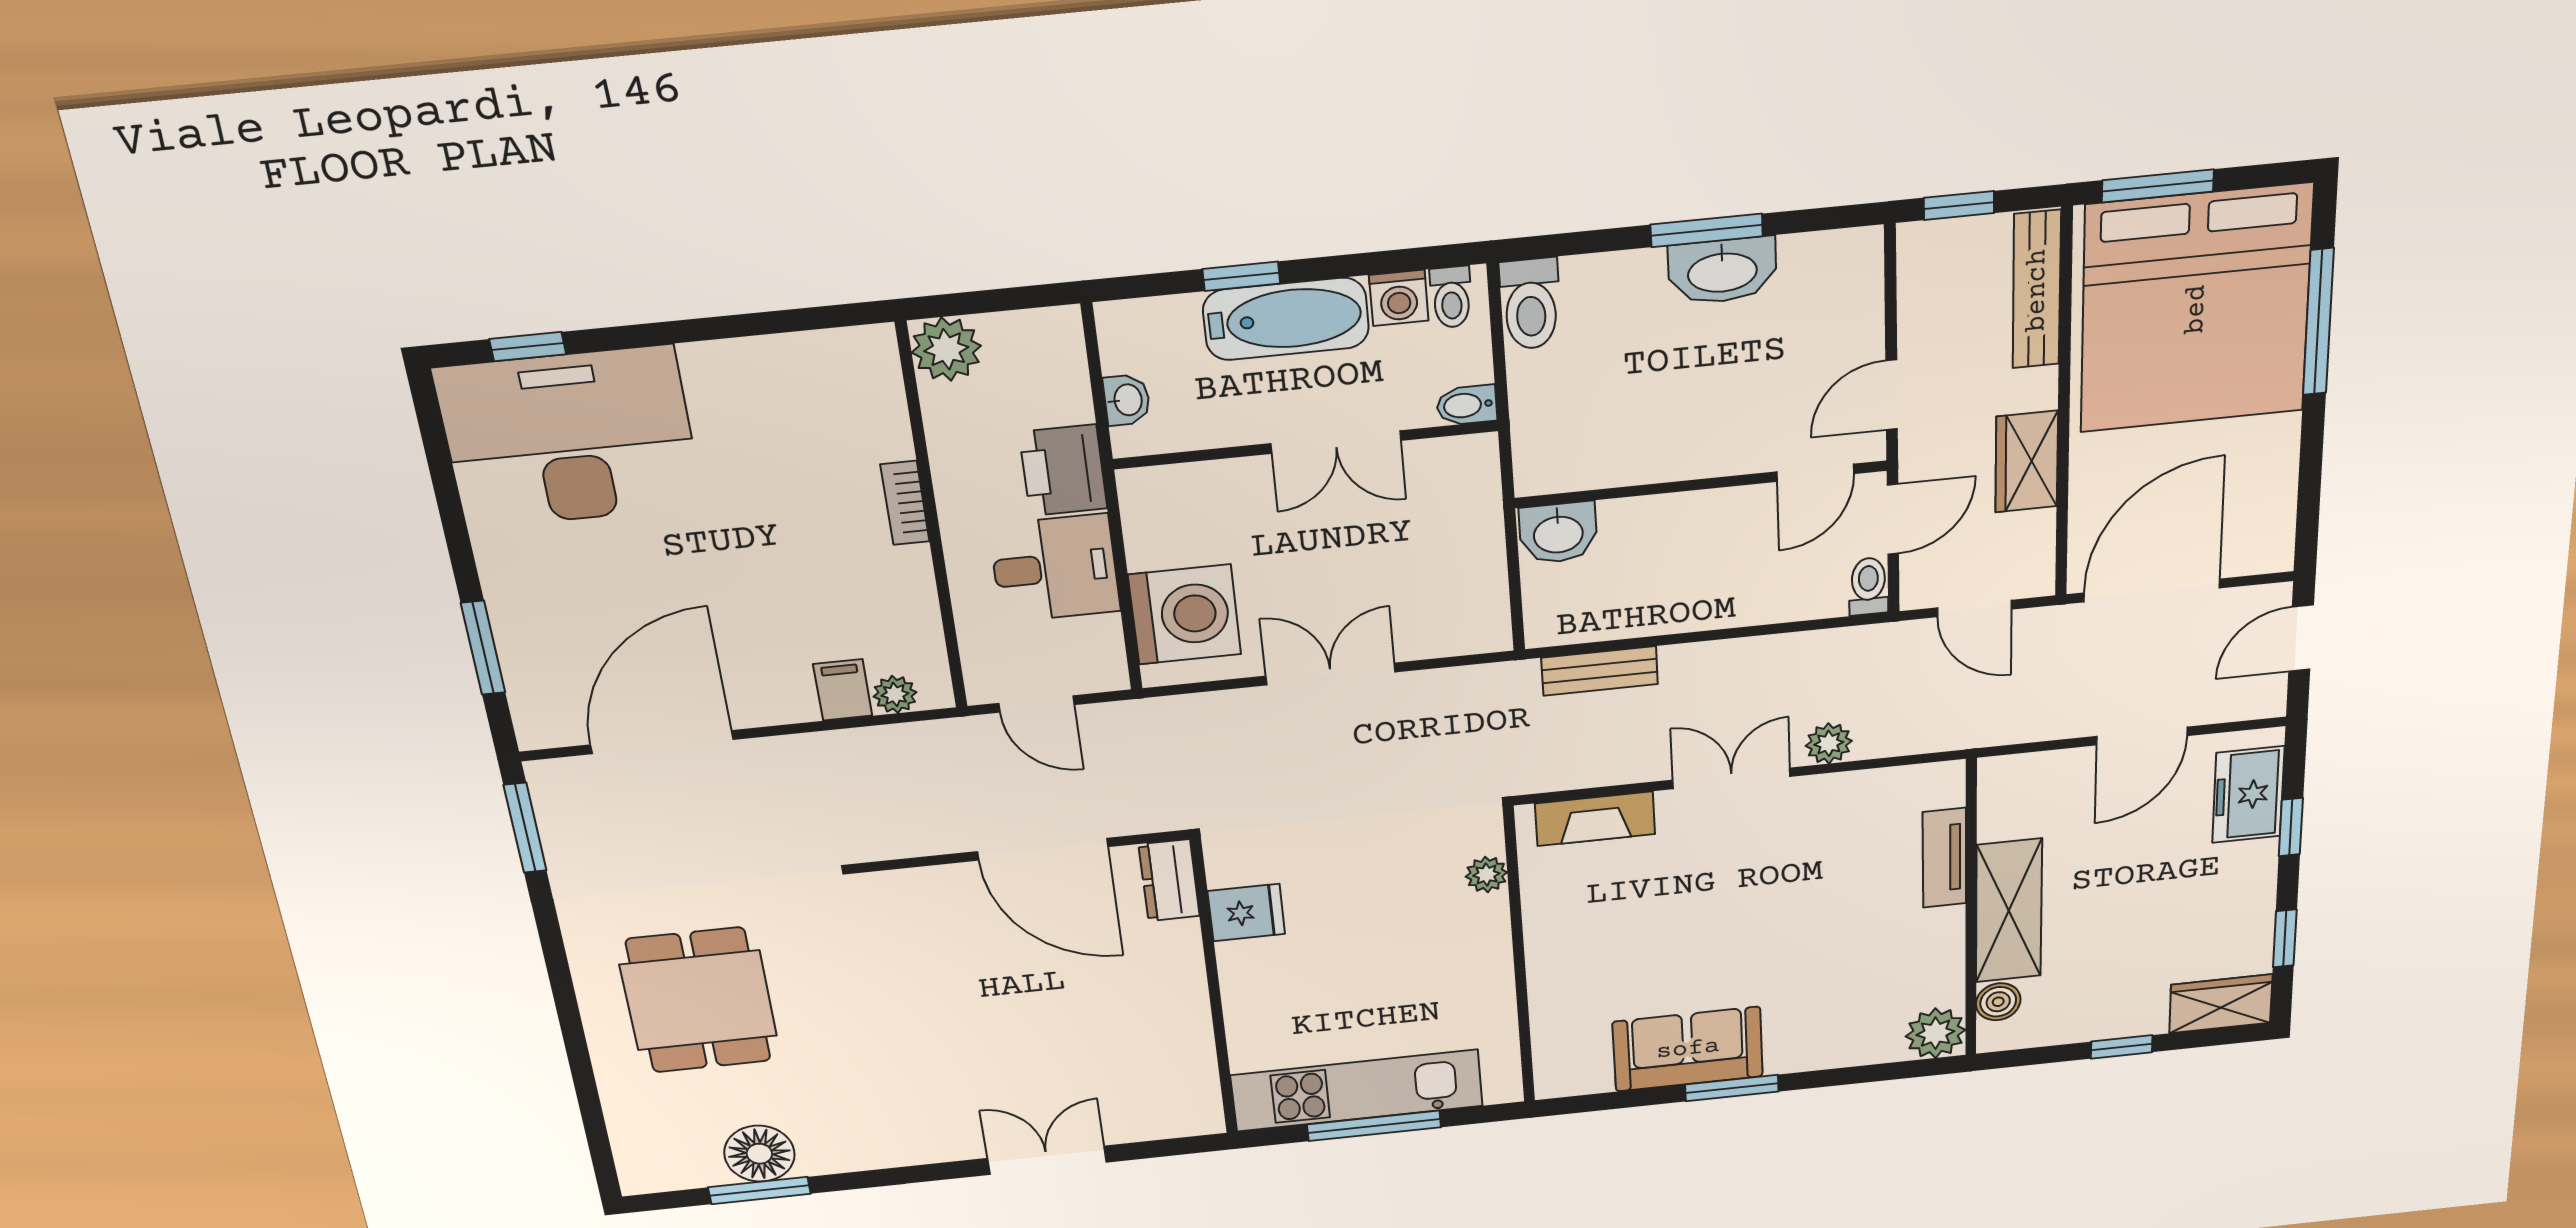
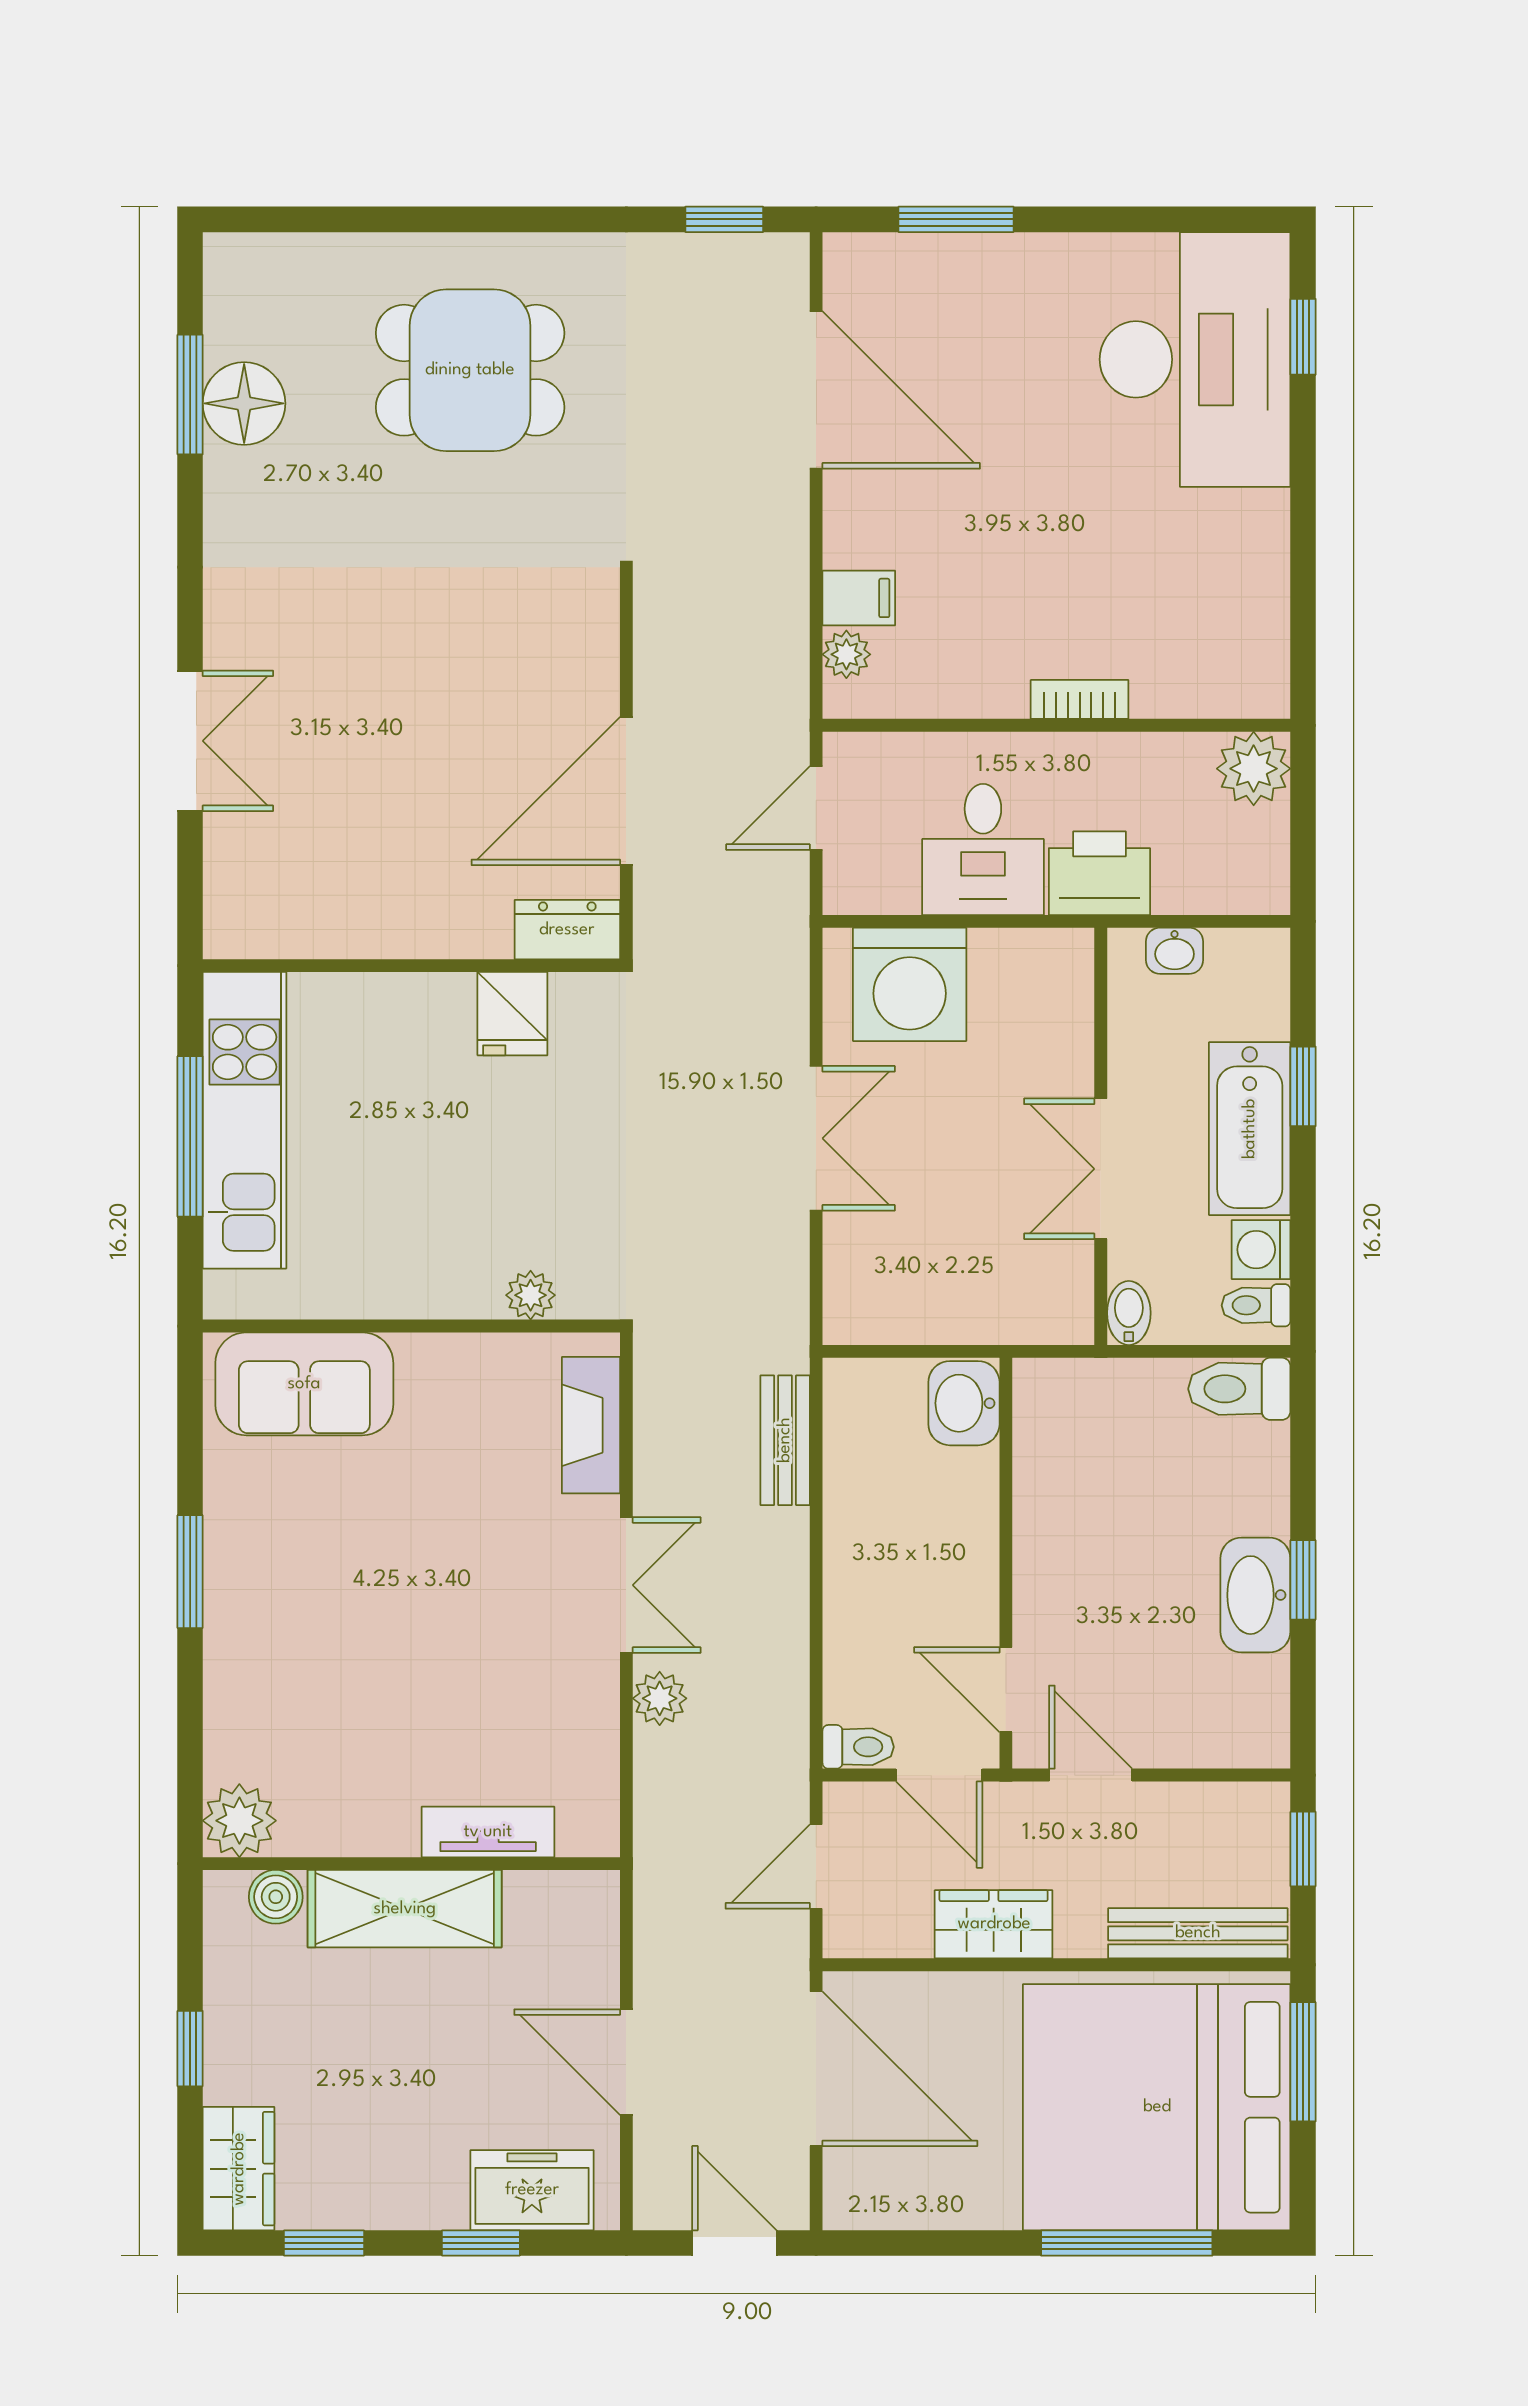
window: (1707, 230) -> (1303, 1580), width x0.67
window: (525, 828) -> (724, 219), width x0.67
sofa: (1688, 1049) -> (304, 1384), moved, turned 90

